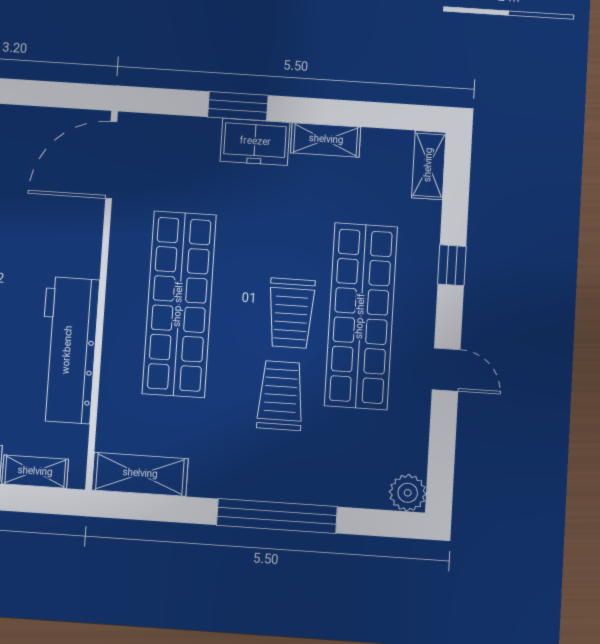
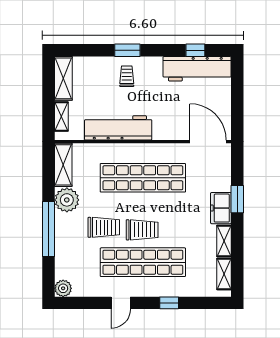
shelving: (429, 165) -> (224, 274), moved, turned 90
trolley: (291, 313) -> (142, 230), turned 180
plant: (216, 472) -> (67, 200), added

